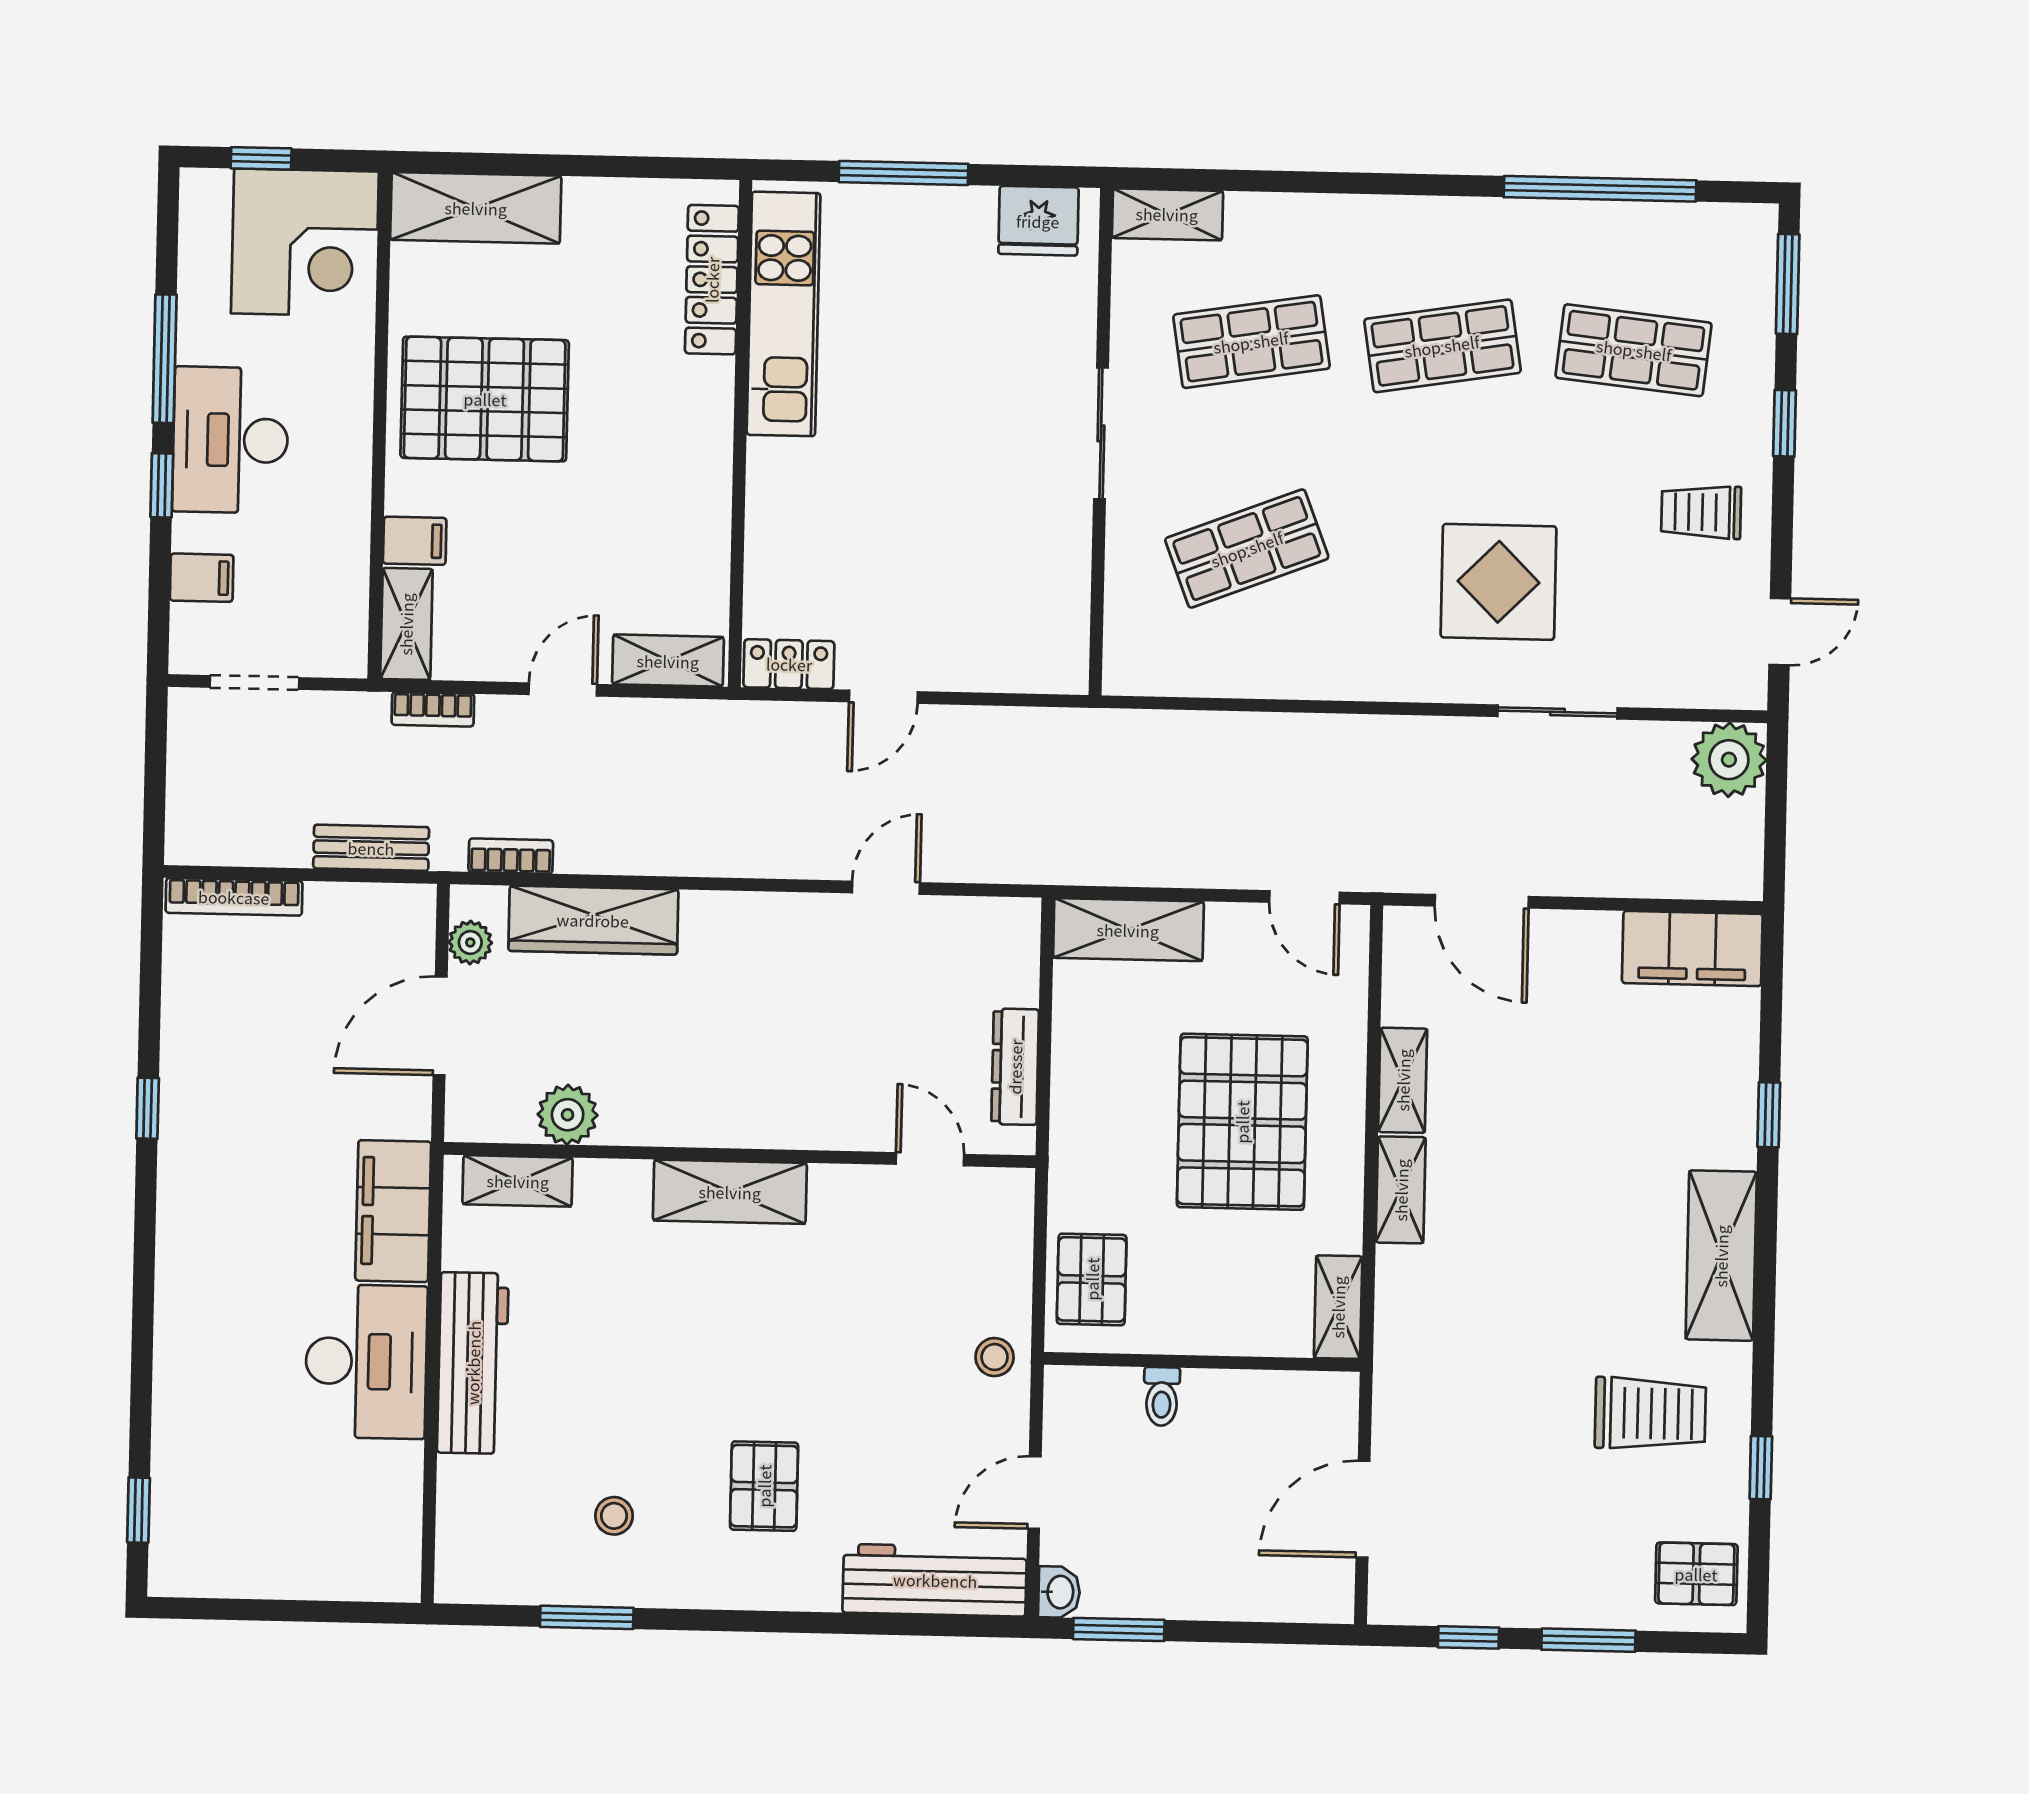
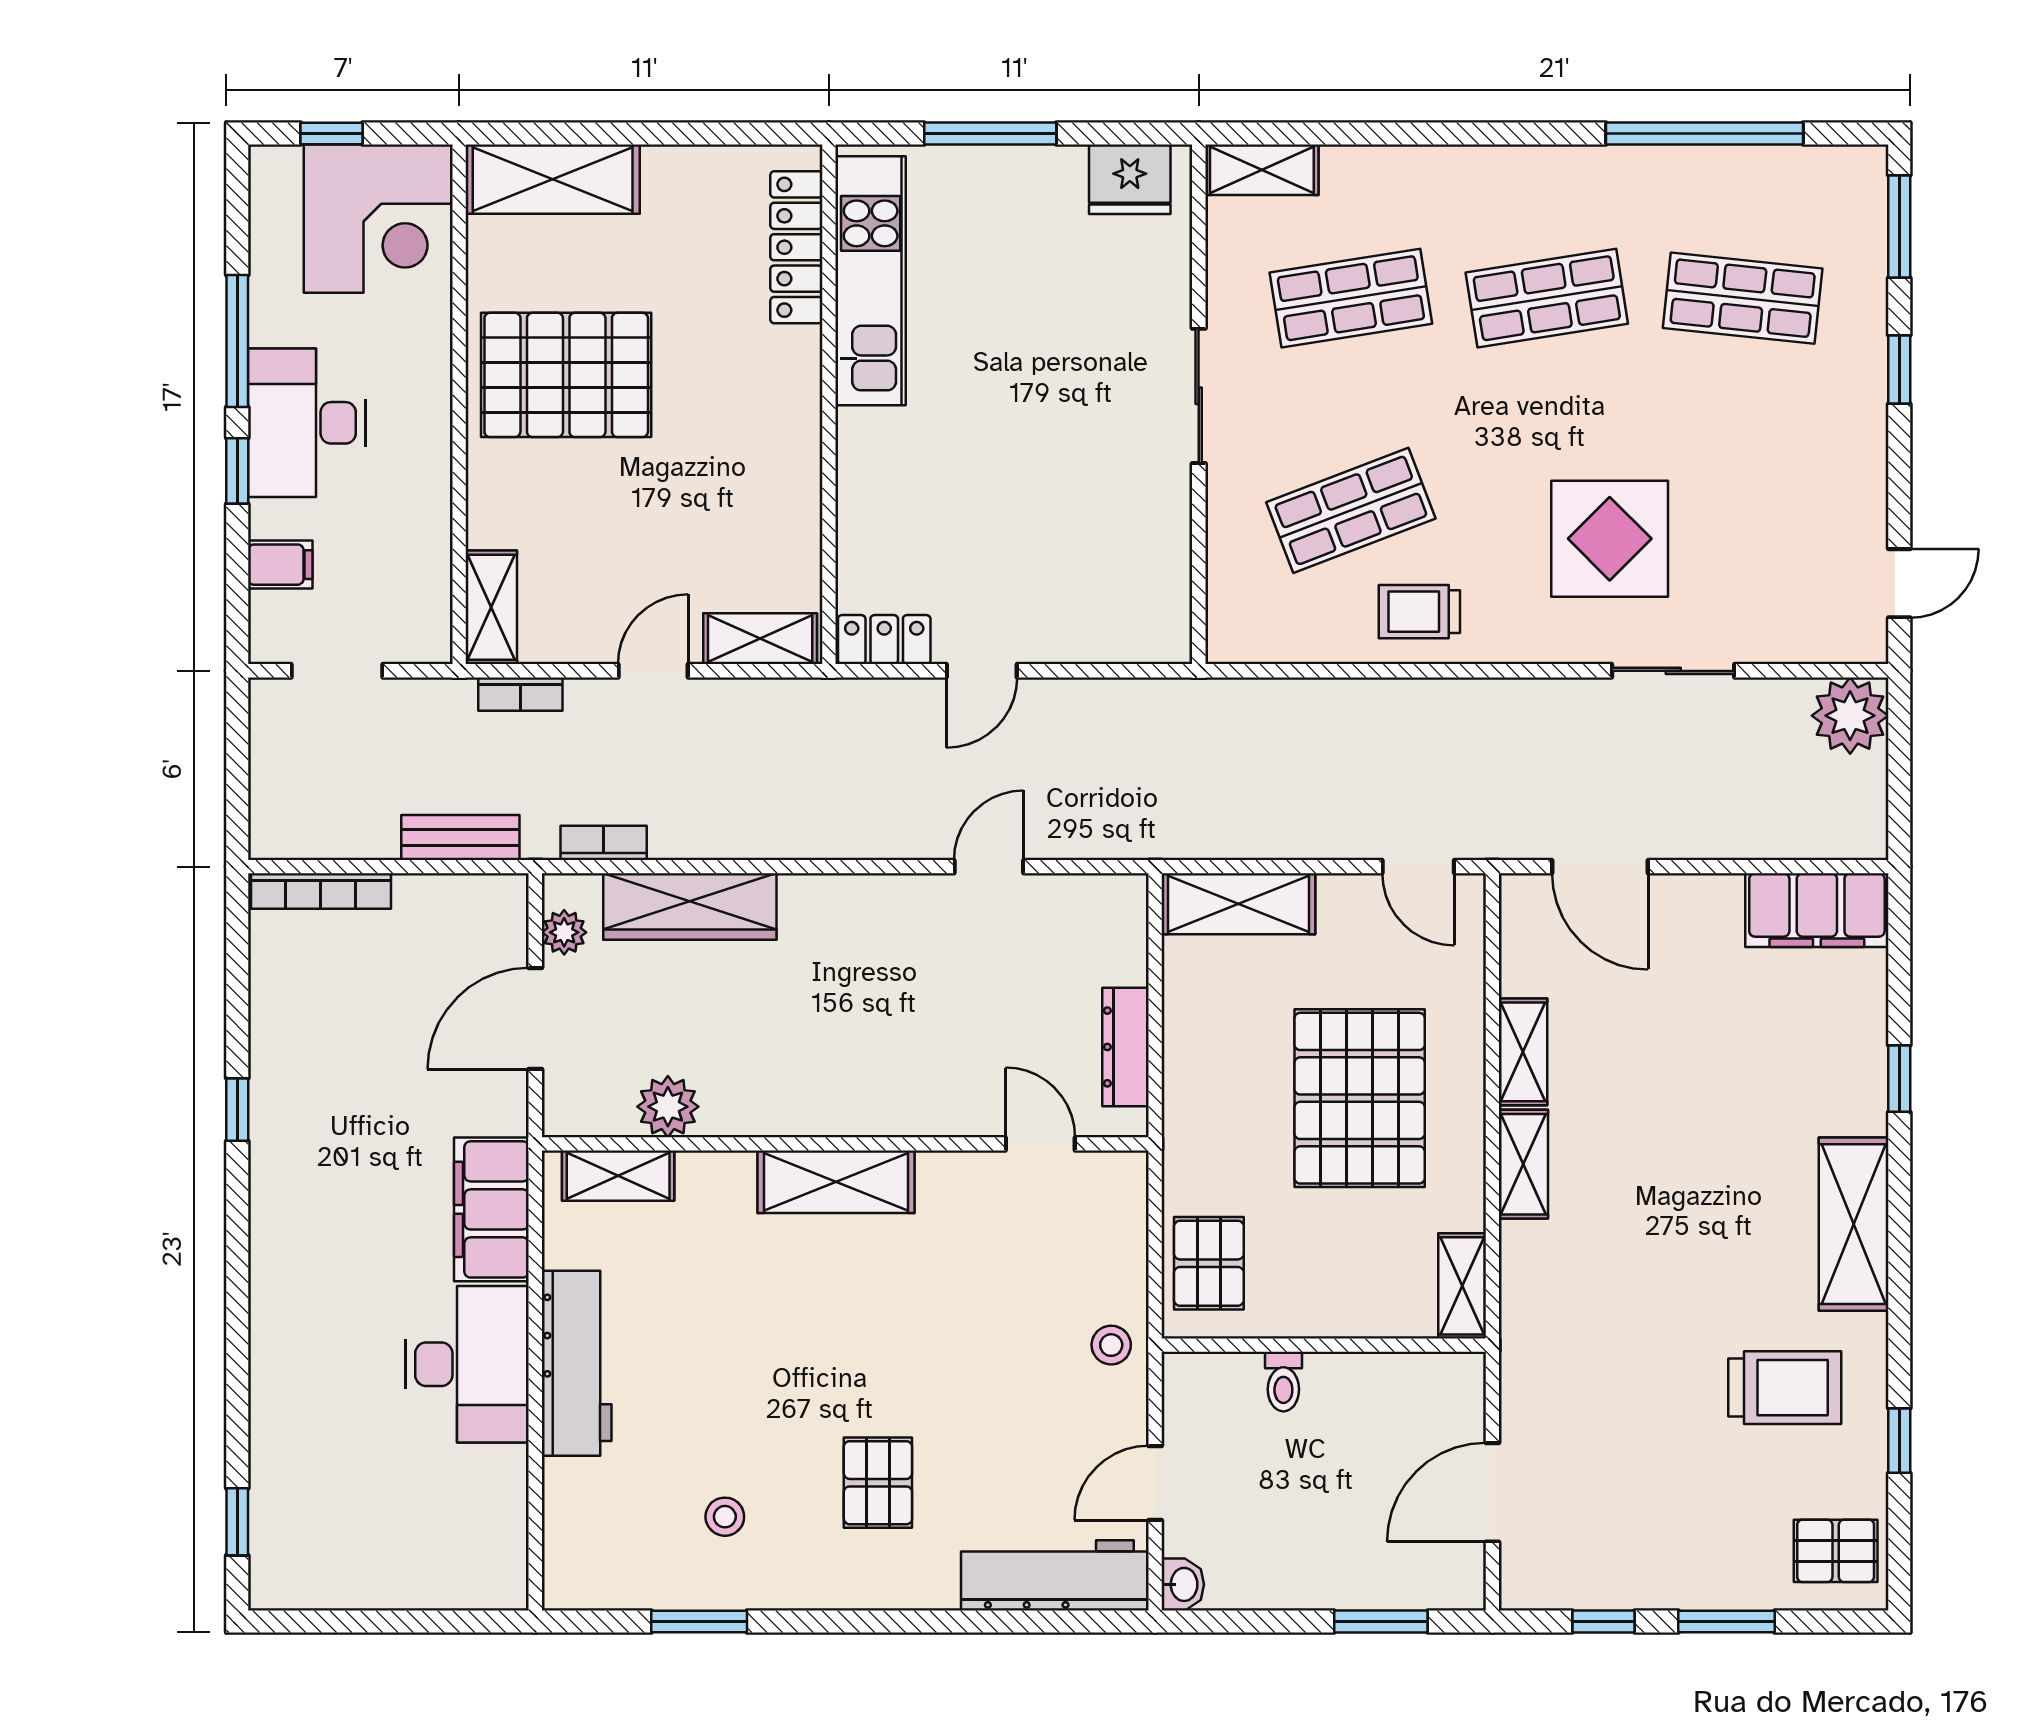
trolley: (1701, 512) -> (1419, 612), moved
filing cabinet: (415, 541) -> (498, 522), removed
window: (1119, 1629) -> (1381, 1621), moved

